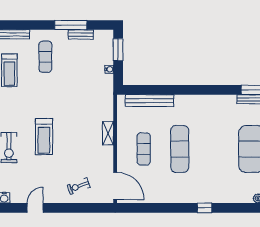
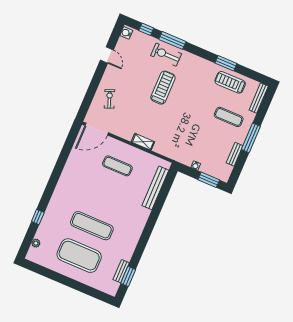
window: (71, 25) -> (251, 138), moved
treadmill: (44, 137) -> (163, 88), turned 90
exercise mat: (180, 149) -> (92, 226), moved
window: (205, 208) -> (38, 217), moved

